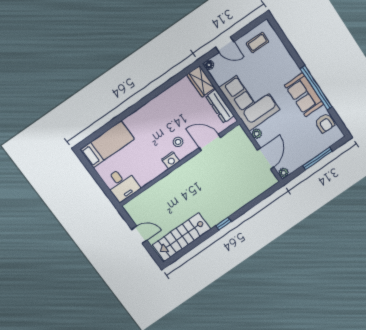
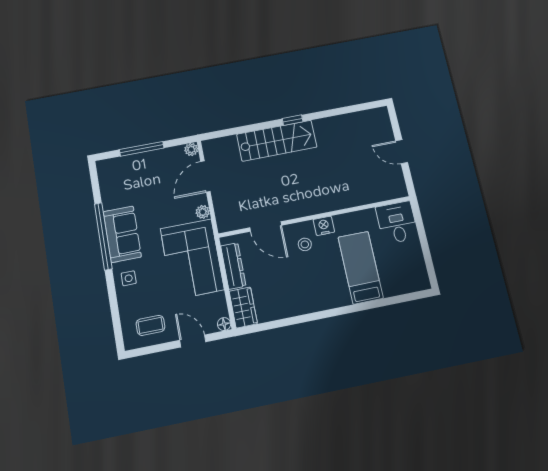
side table: (286, 67) -> (129, 278), added
armchair: (325, 123) -> (112, 188), removed
bed: (107, 144) -> (361, 268), moved, turned 90
stairs: (182, 237) -> (277, 141), moved

